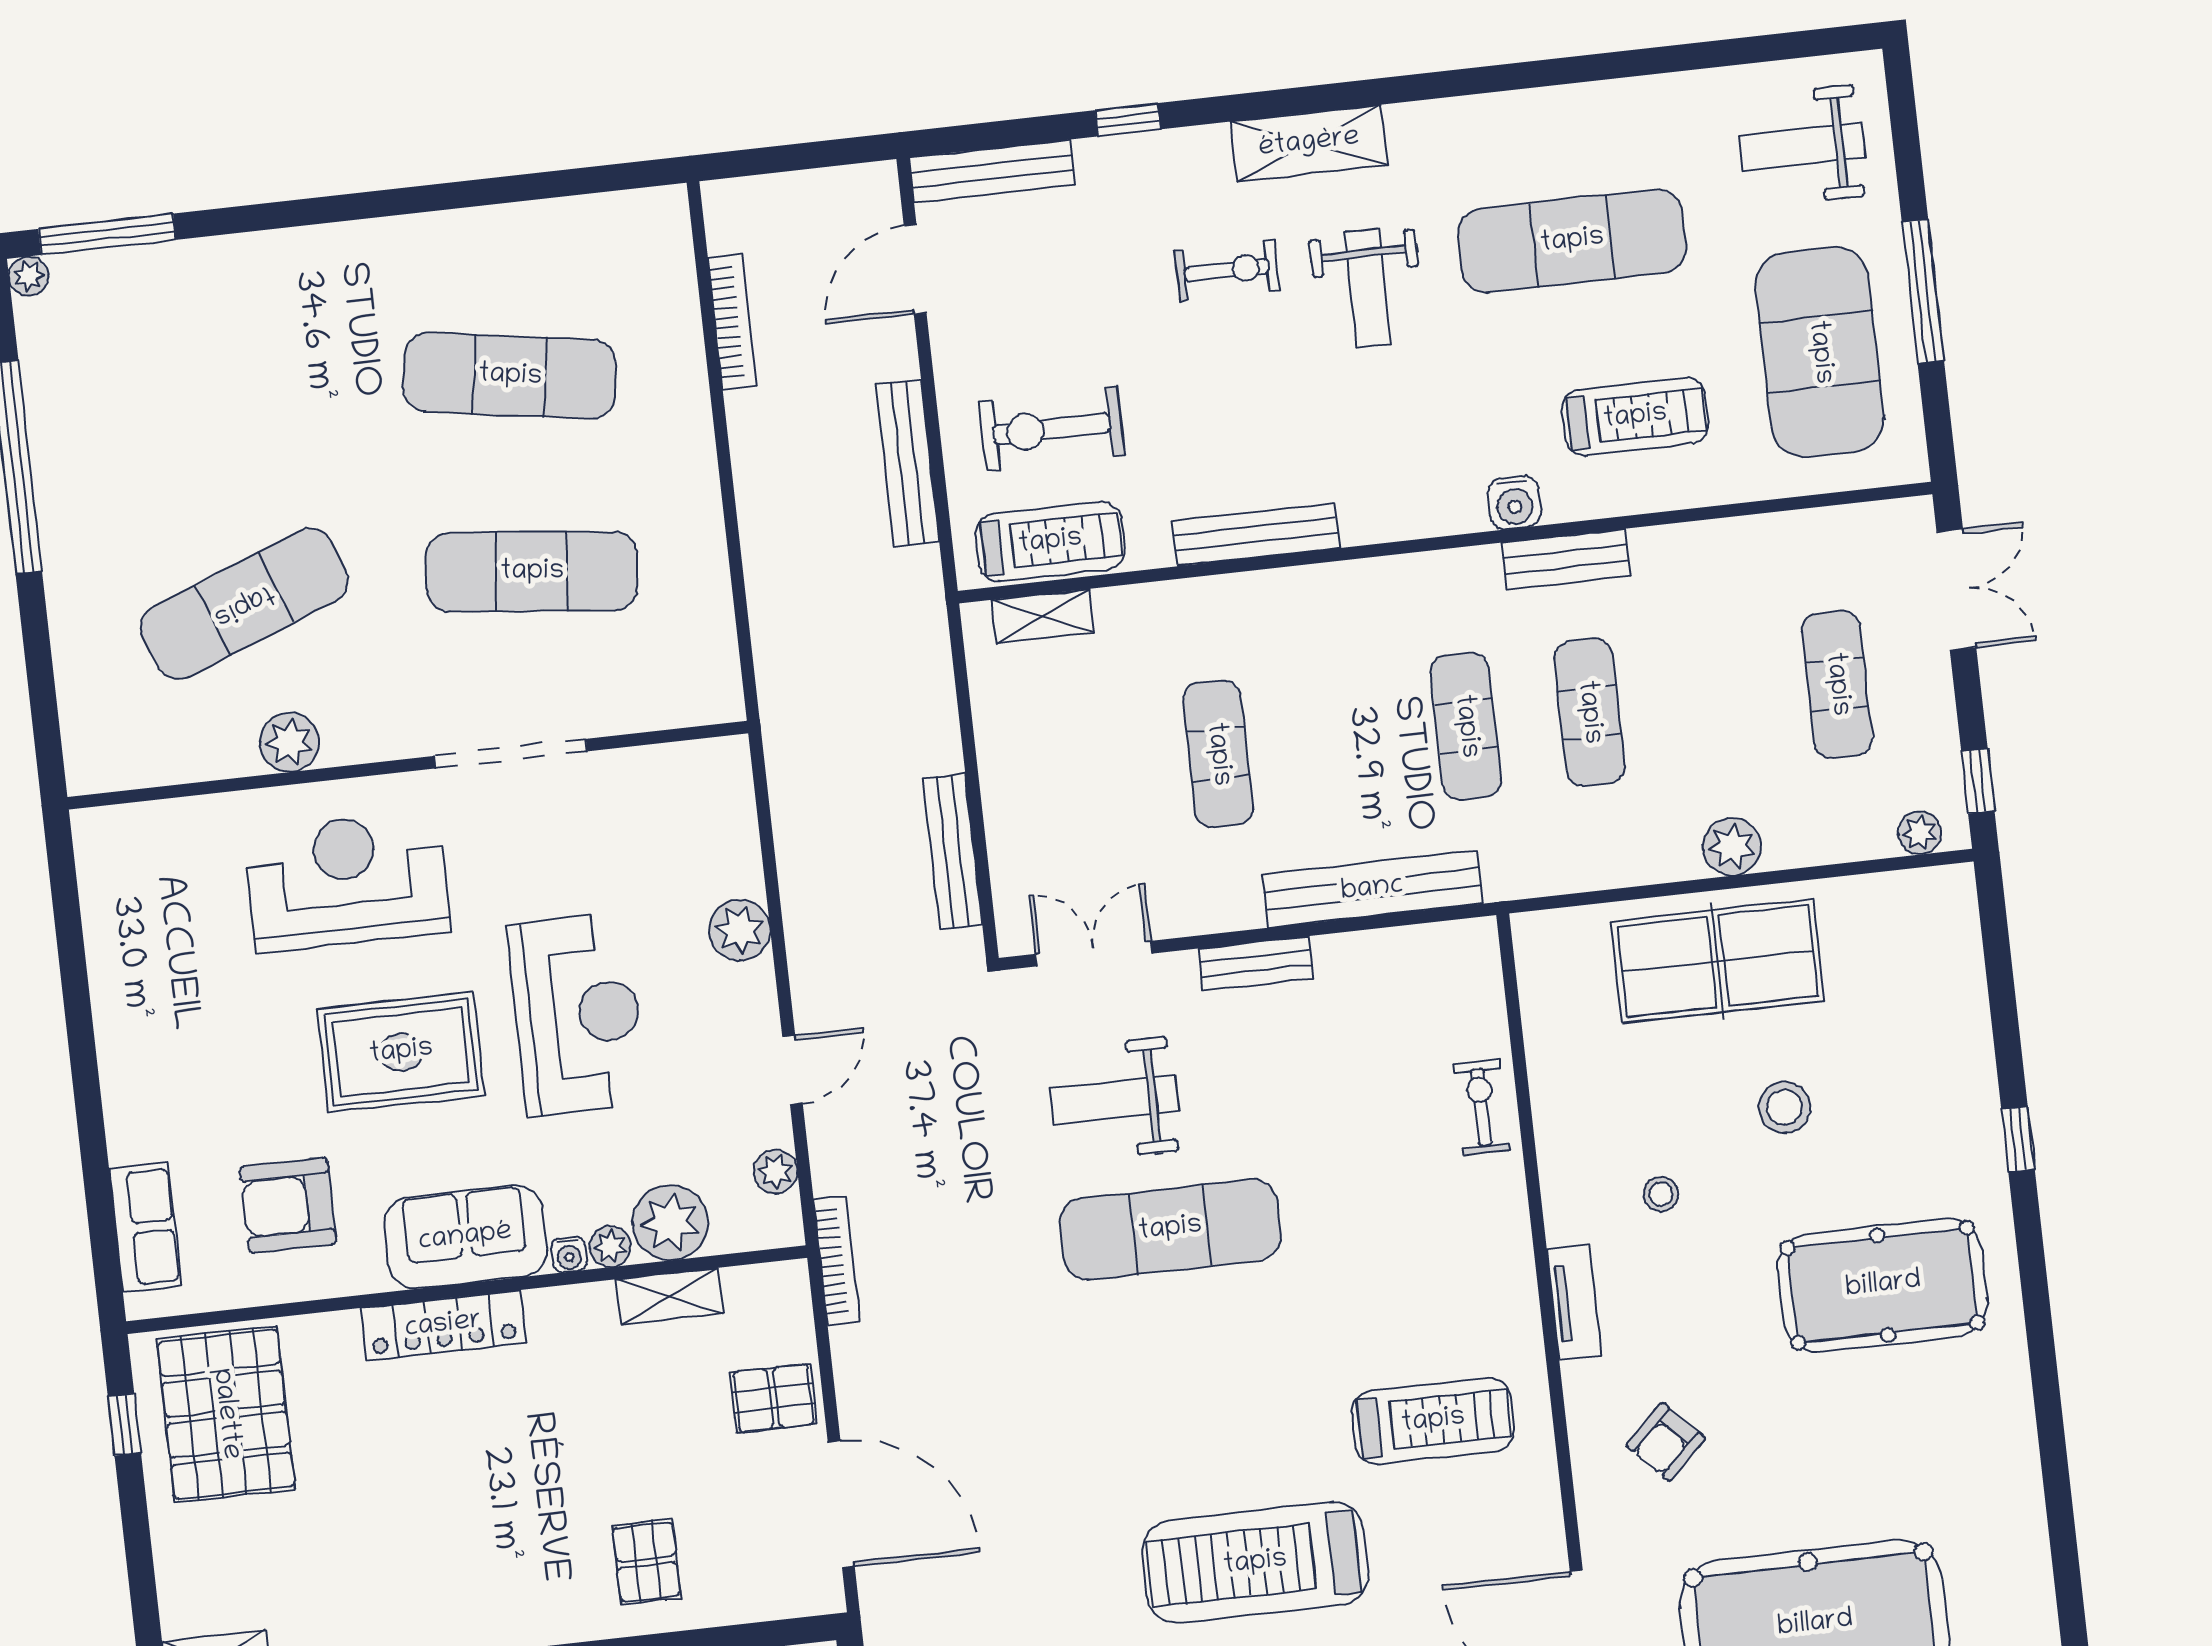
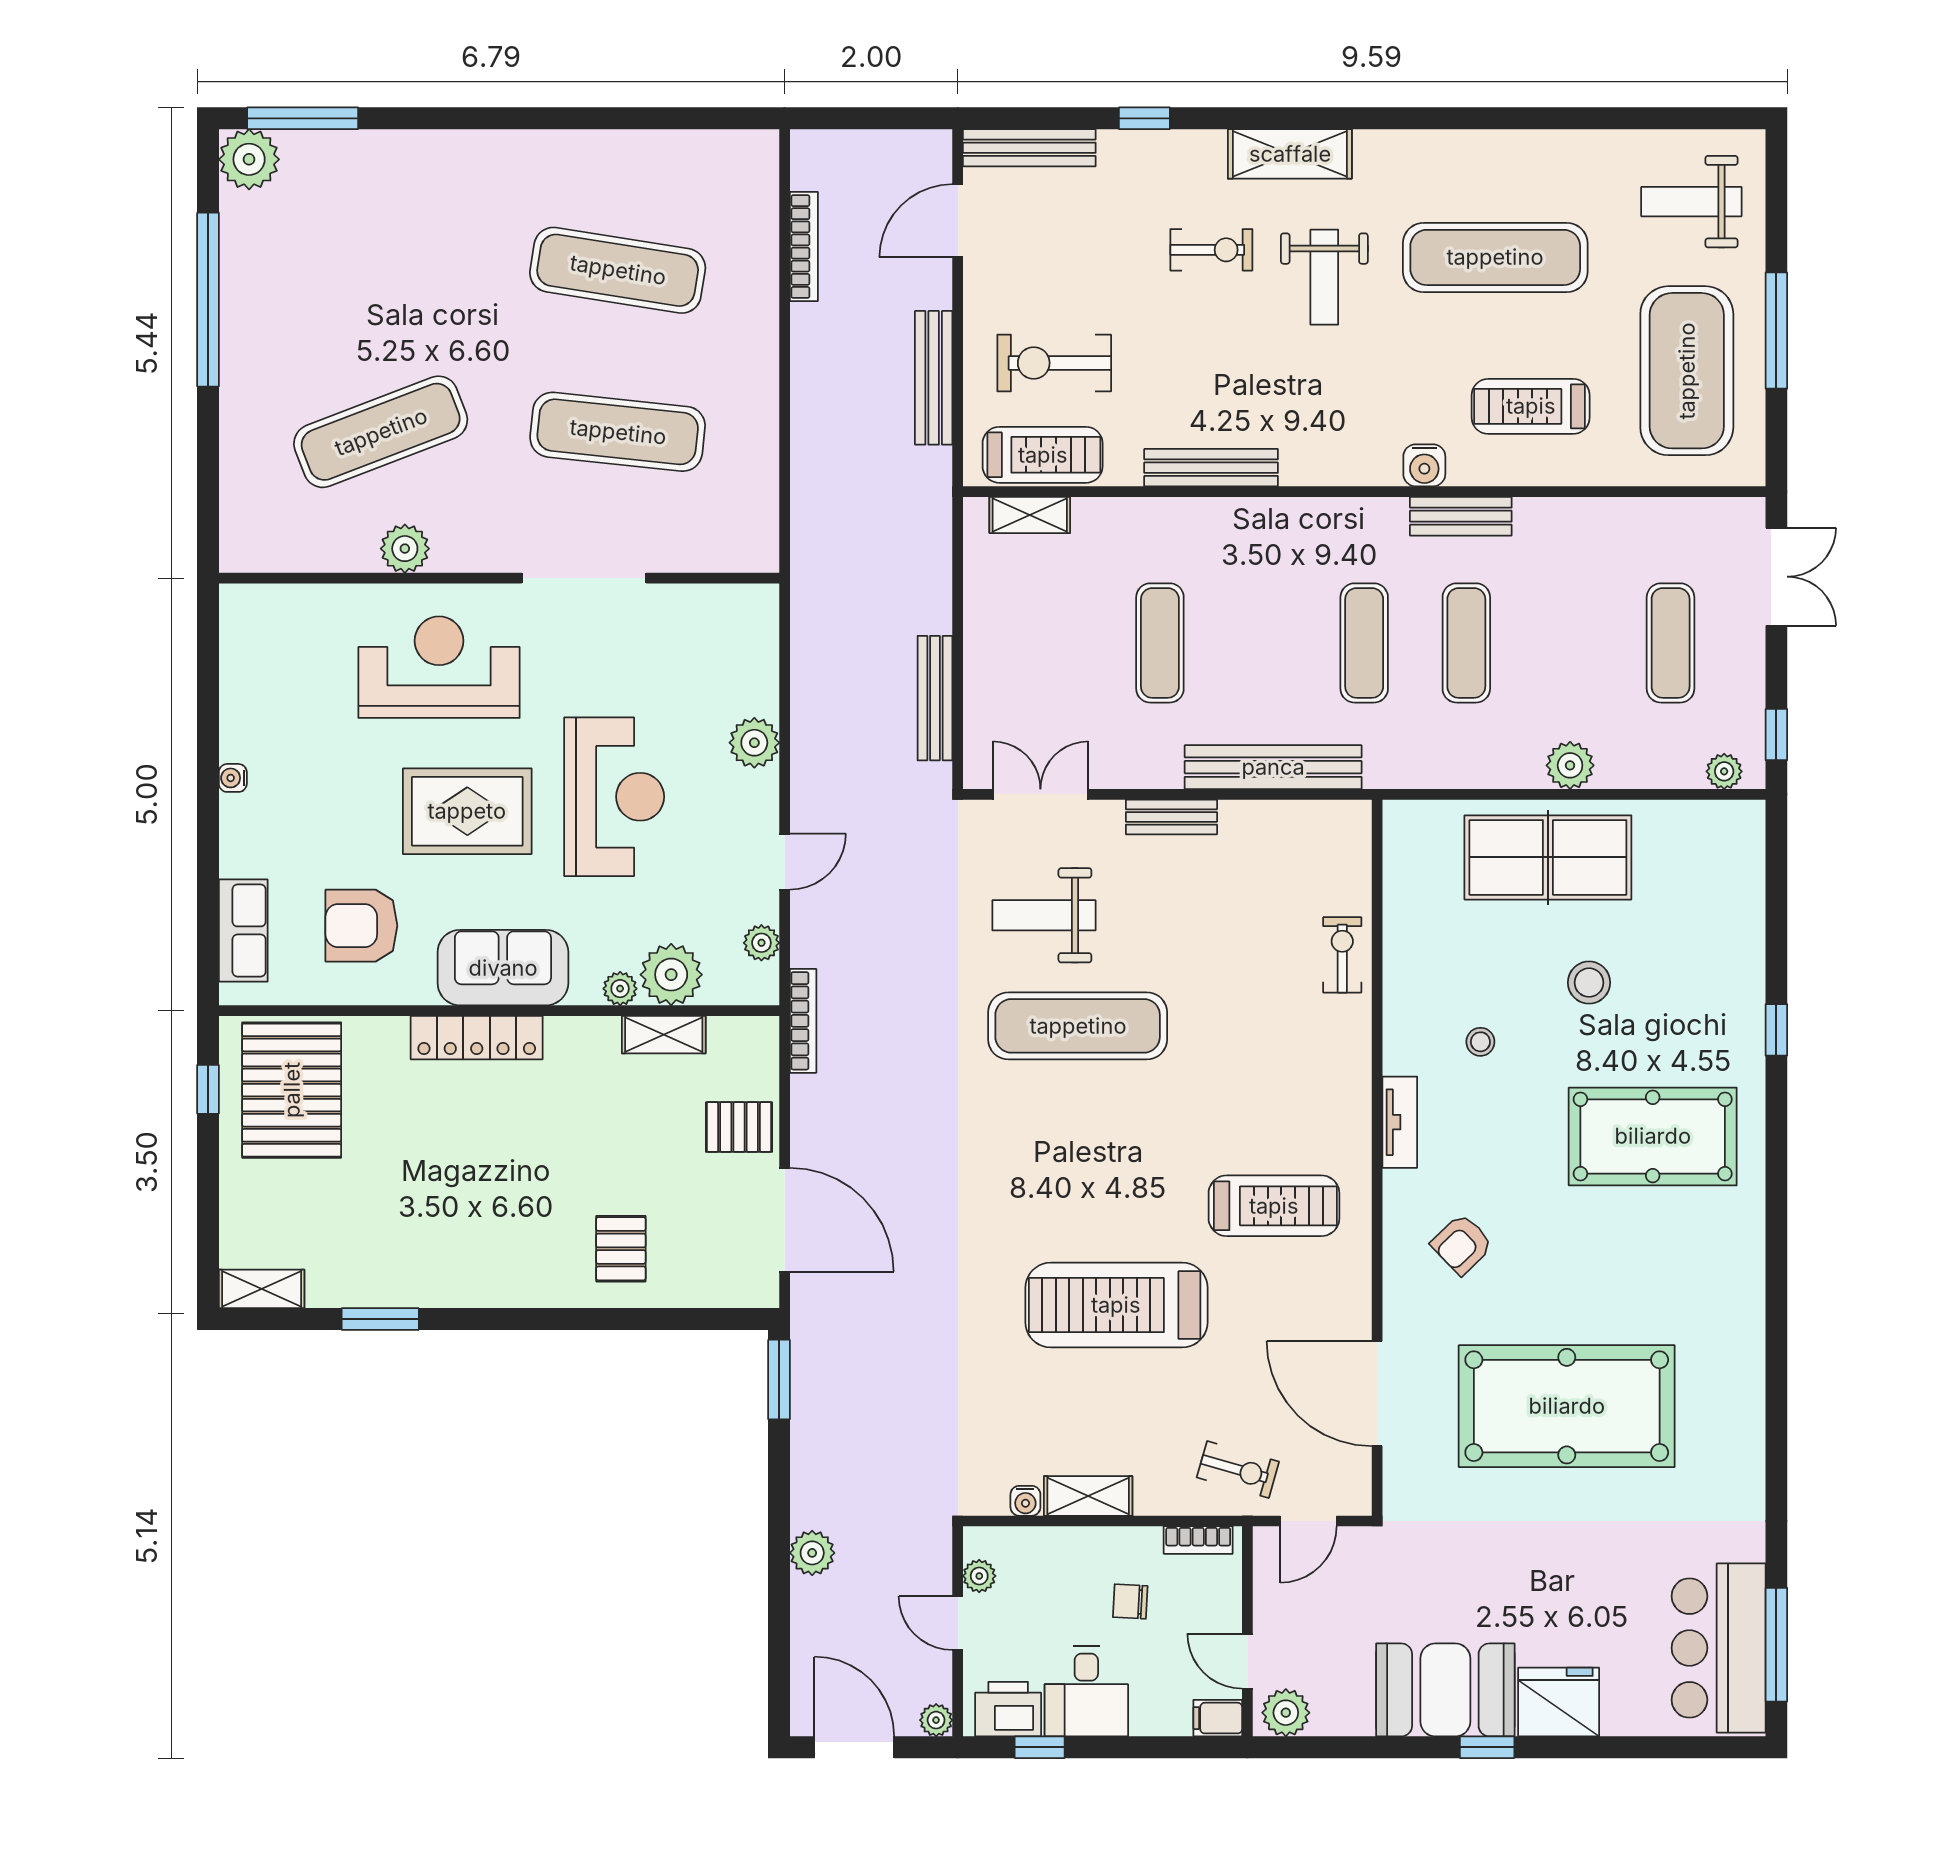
plant: (29, 276) -> (249, 159), width x1.88, depth x1.88
treadmill: (1635, 417) -> (1531, 406), turned 180
water cooler: (569, 1255) -> (233, 778), moved, turned 90

